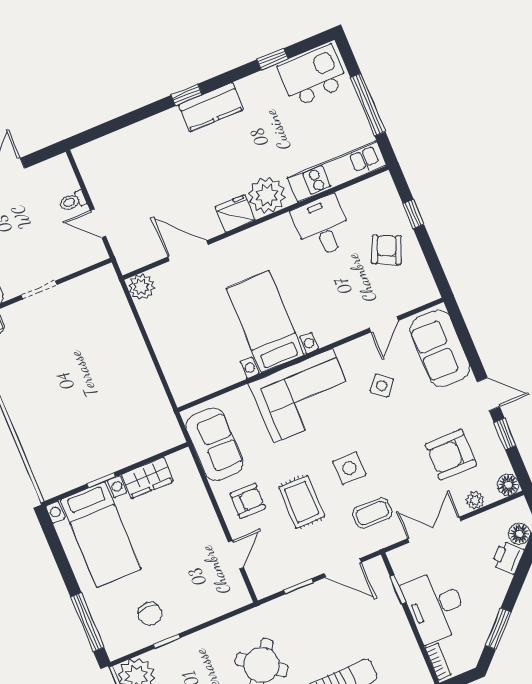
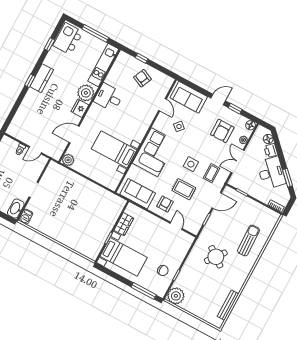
desk: (322, 226) -> (109, 97), moved
bed with nightstands: (265, 322) -> (114, 149), moved
desk: (435, 606) -> (271, 173), moved, turned -135

